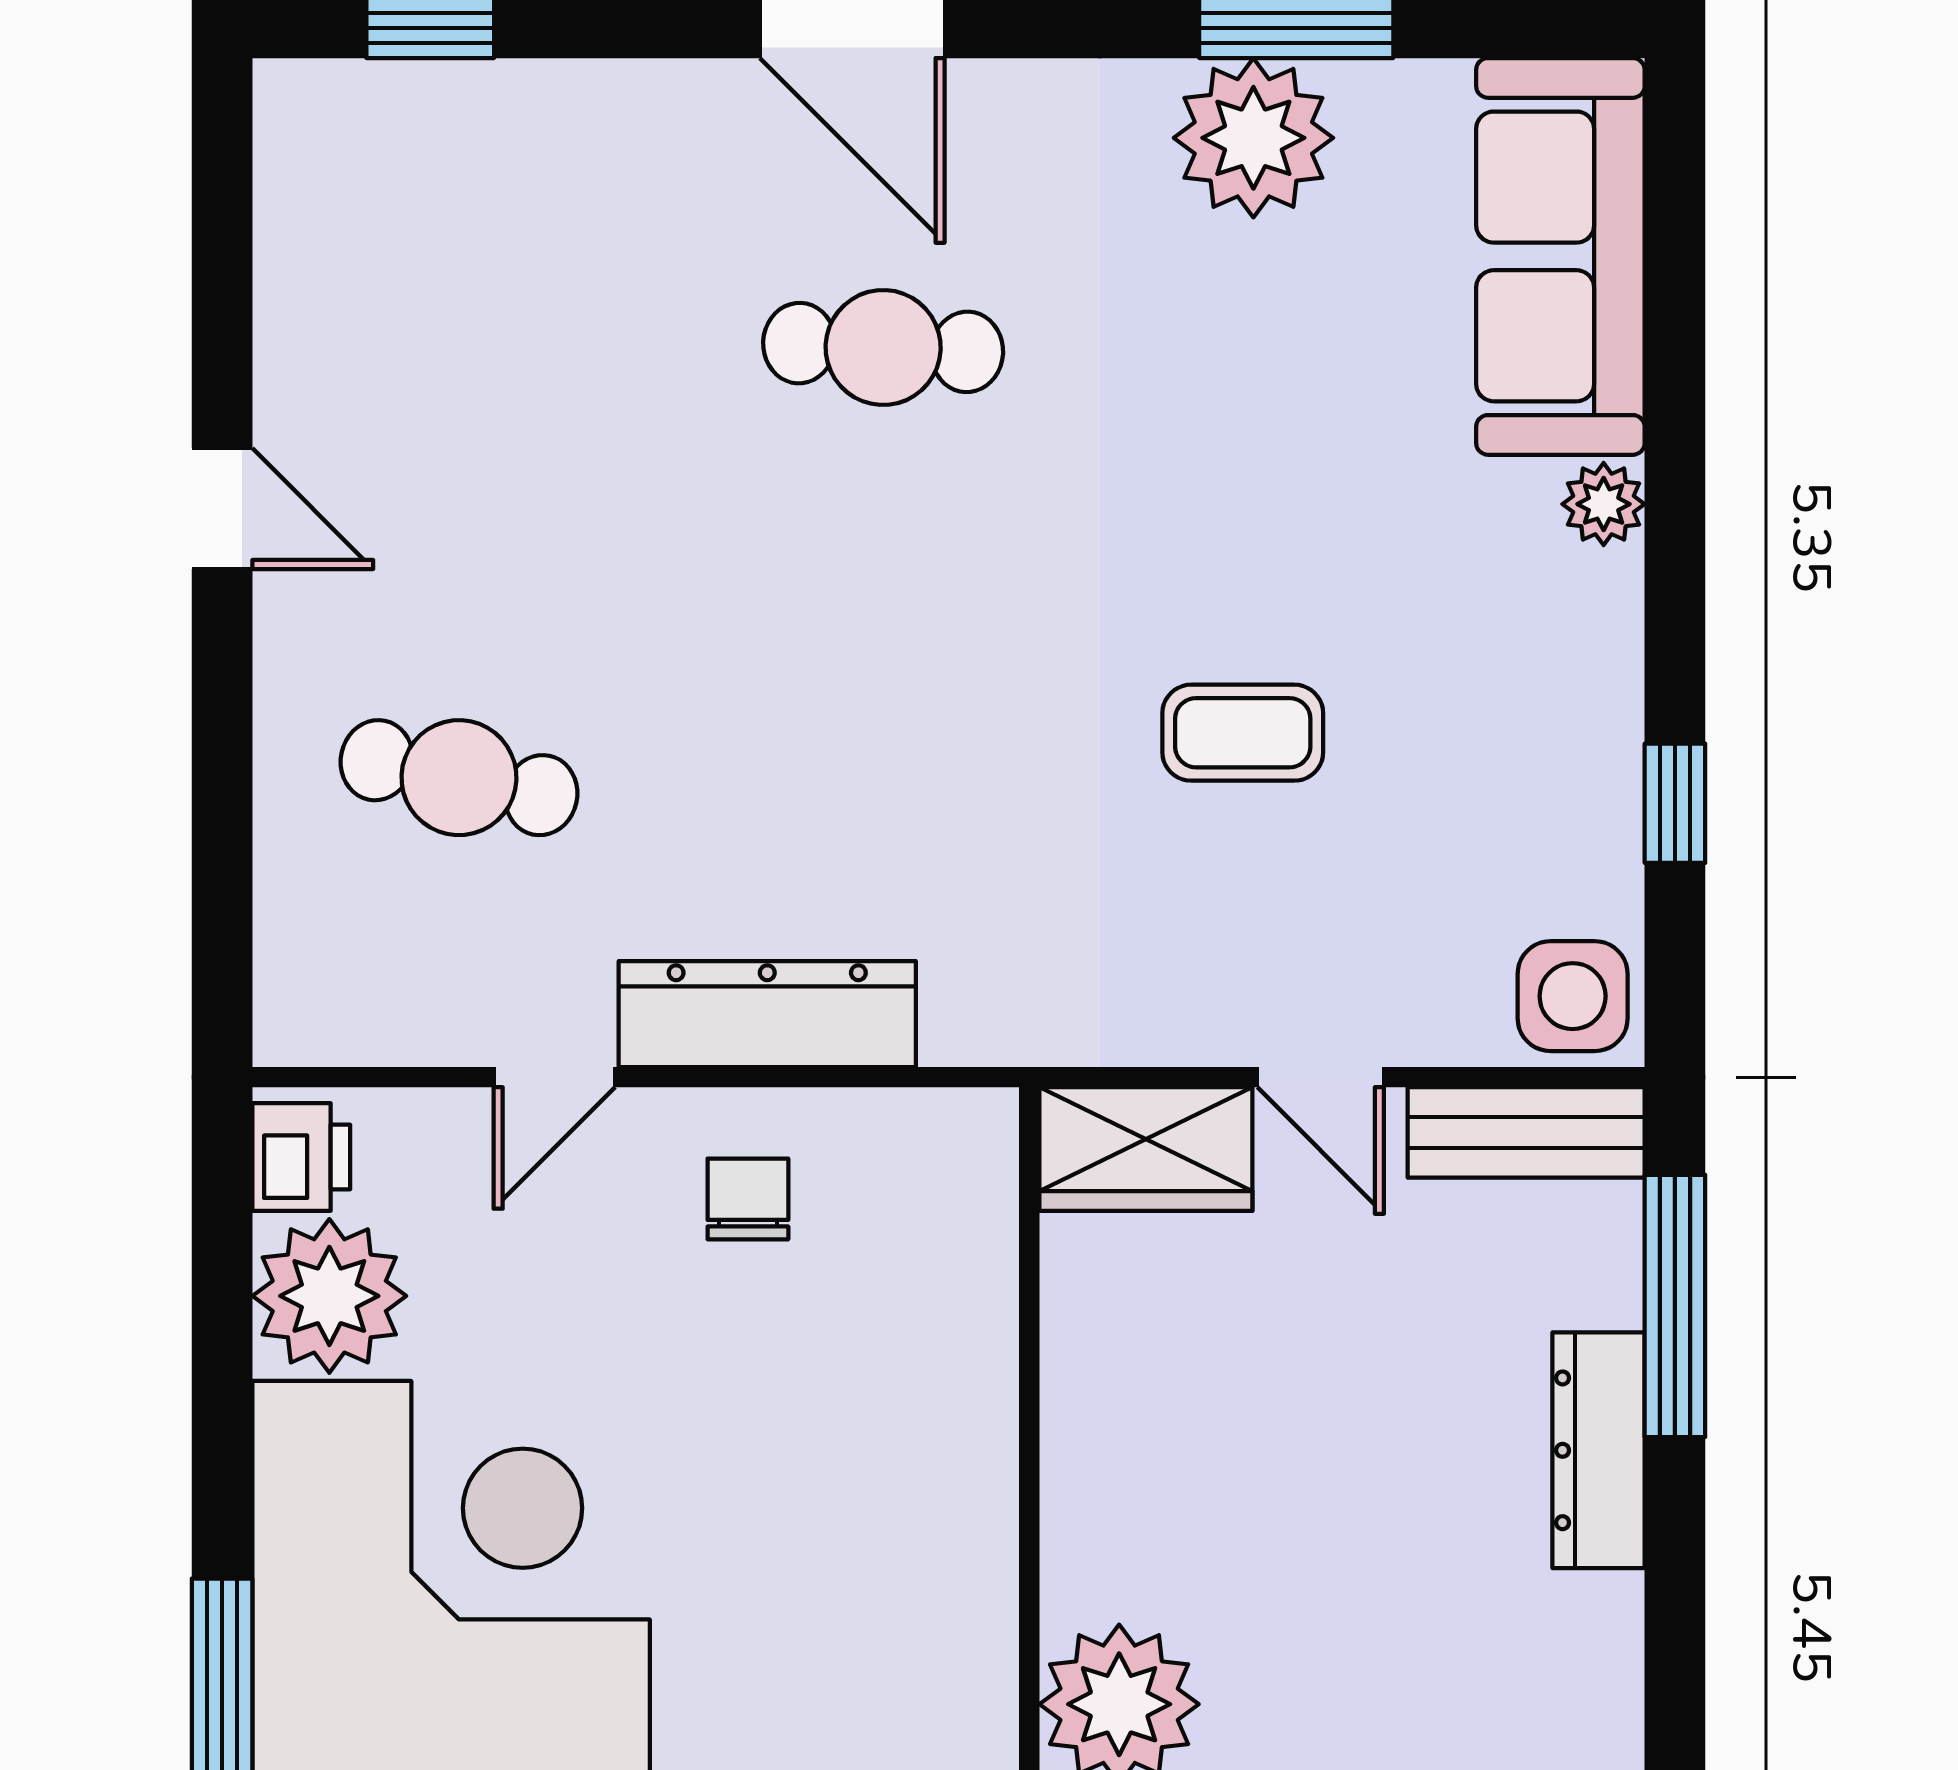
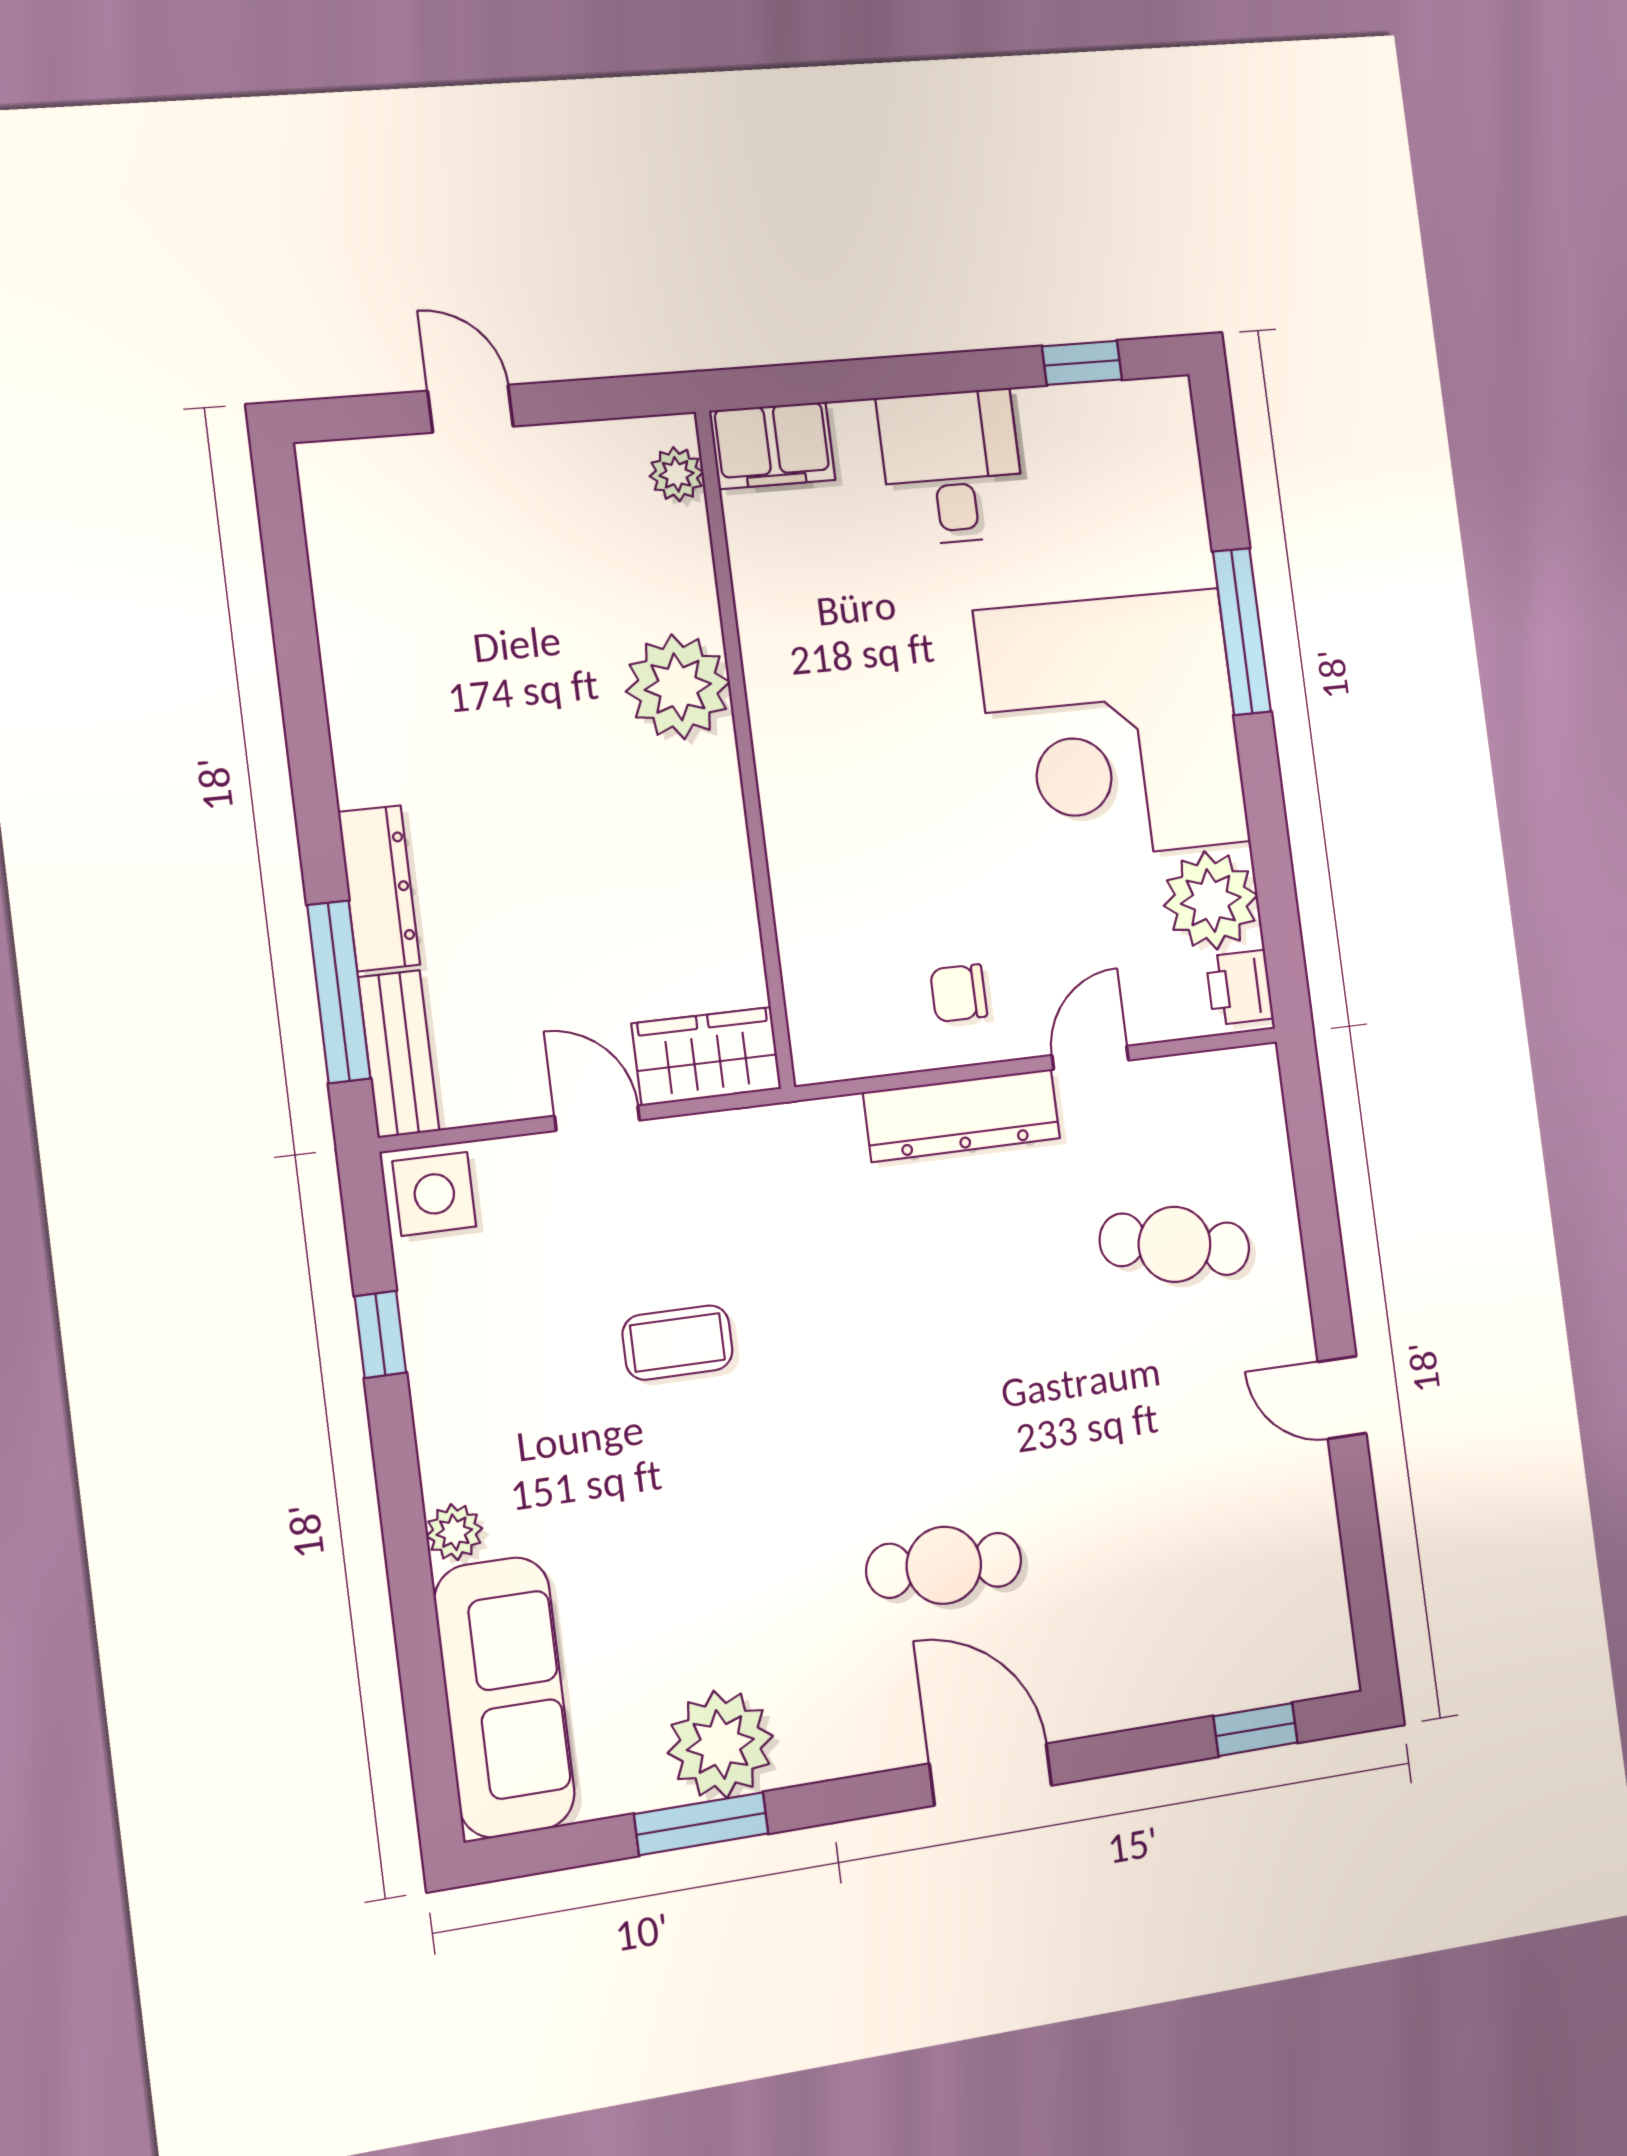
bench: (1526, 1132) -> (399, 1054), moved, turned 90
chair: (748, 1199) -> (959, 993), turned 90

